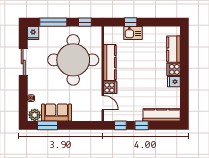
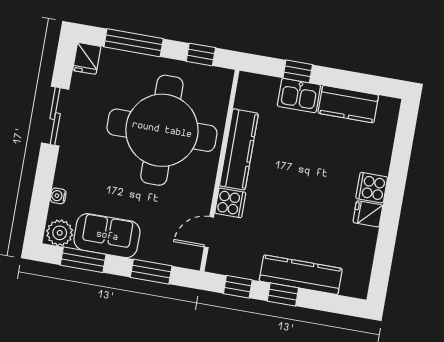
kitchen counter: (174, 49) -> (348, 104), moved, turned -90
door: (103, 103) -> (209, 232), swing flipped
kitchen counter: (162, 115) -> (301, 275), moved
window: (80, 125) -> (151, 272), added

